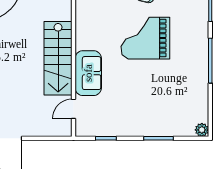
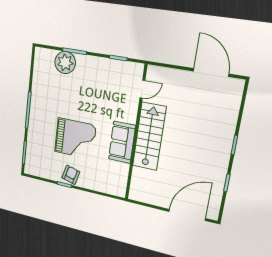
sofa: (88, 73) -> (122, 142), moved
plant: (202, 130) -> (65, 63), moved, width x1.87, depth x1.87

